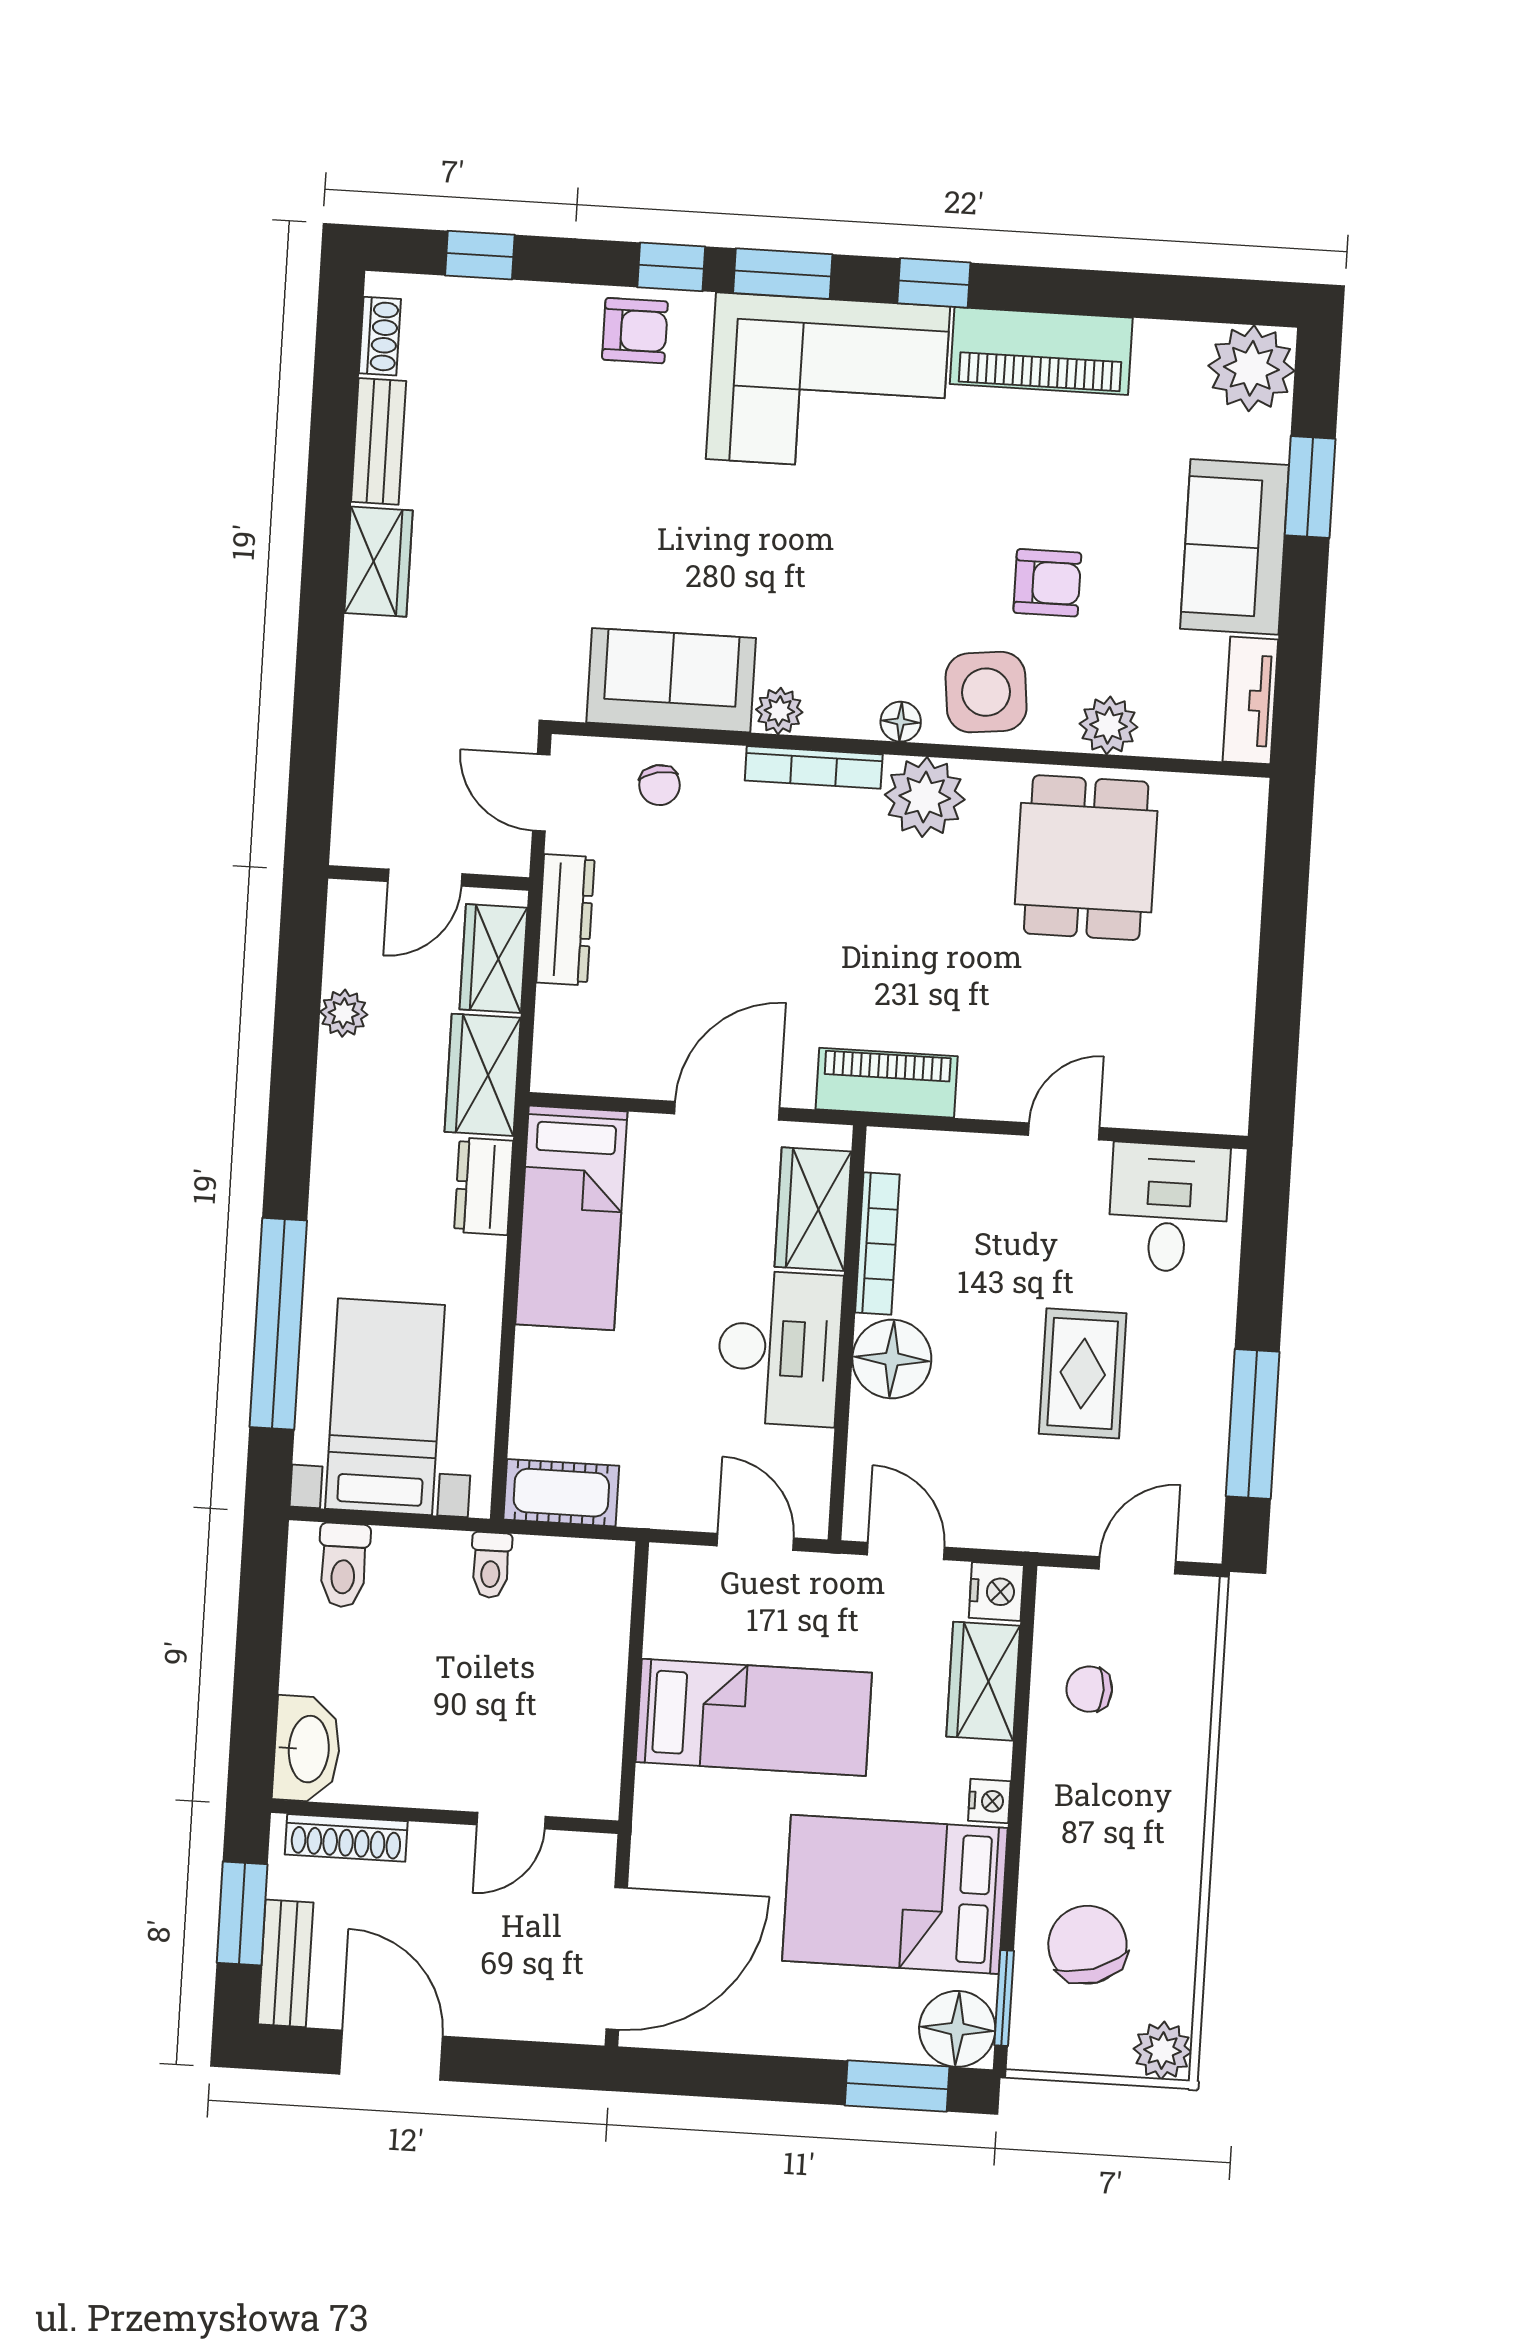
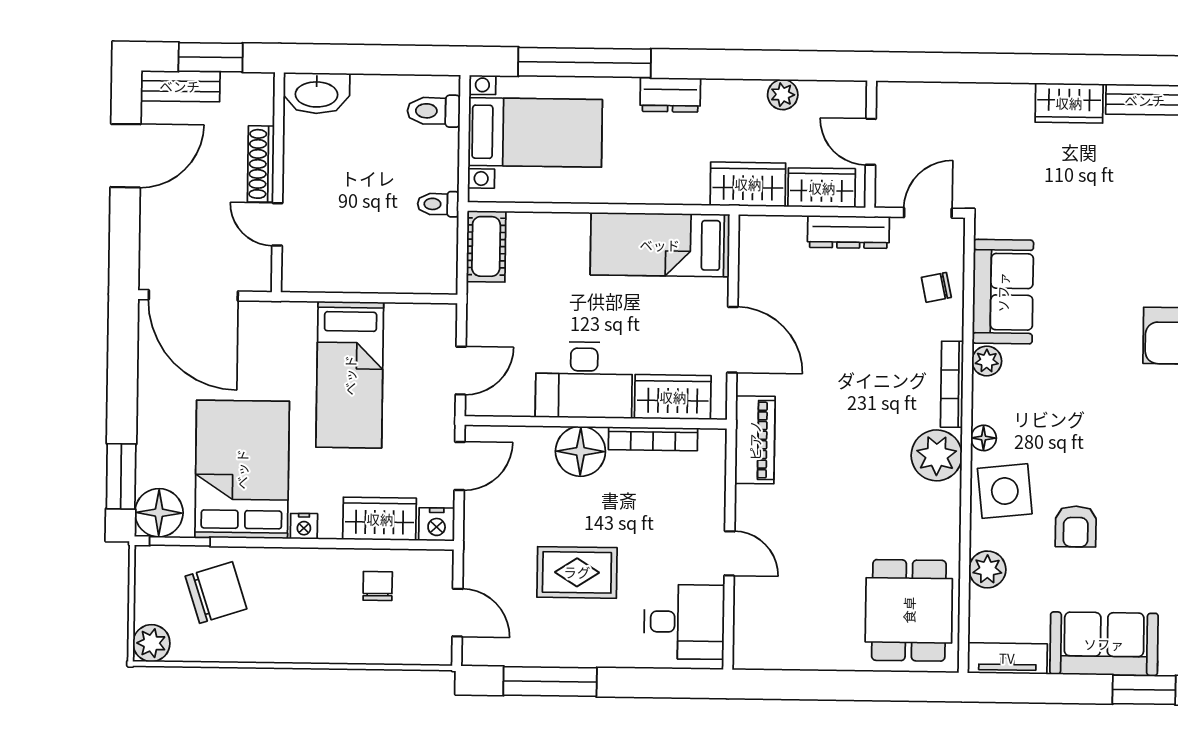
dining table: (1086, 858) -> (909, 610), moved, turned 90
dresser: (484, 1186) -> (670, 95), moved, turned 180
shoe rack: (346, 1838) -> (261, 164), moved

